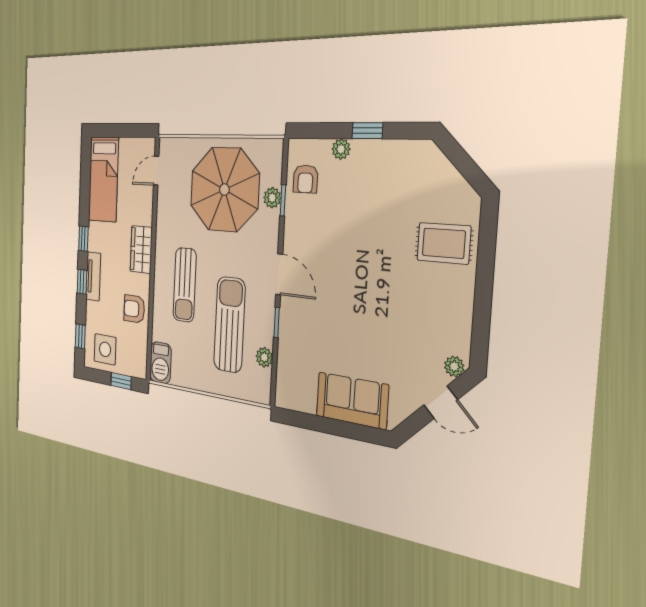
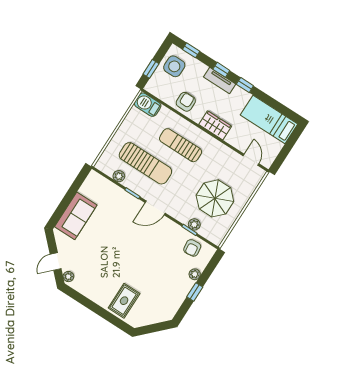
armchair: (305, 179) -> (192, 248), turned -97
parasol: (224, 190) -> (215, 198), width x0.73, depth x0.73

